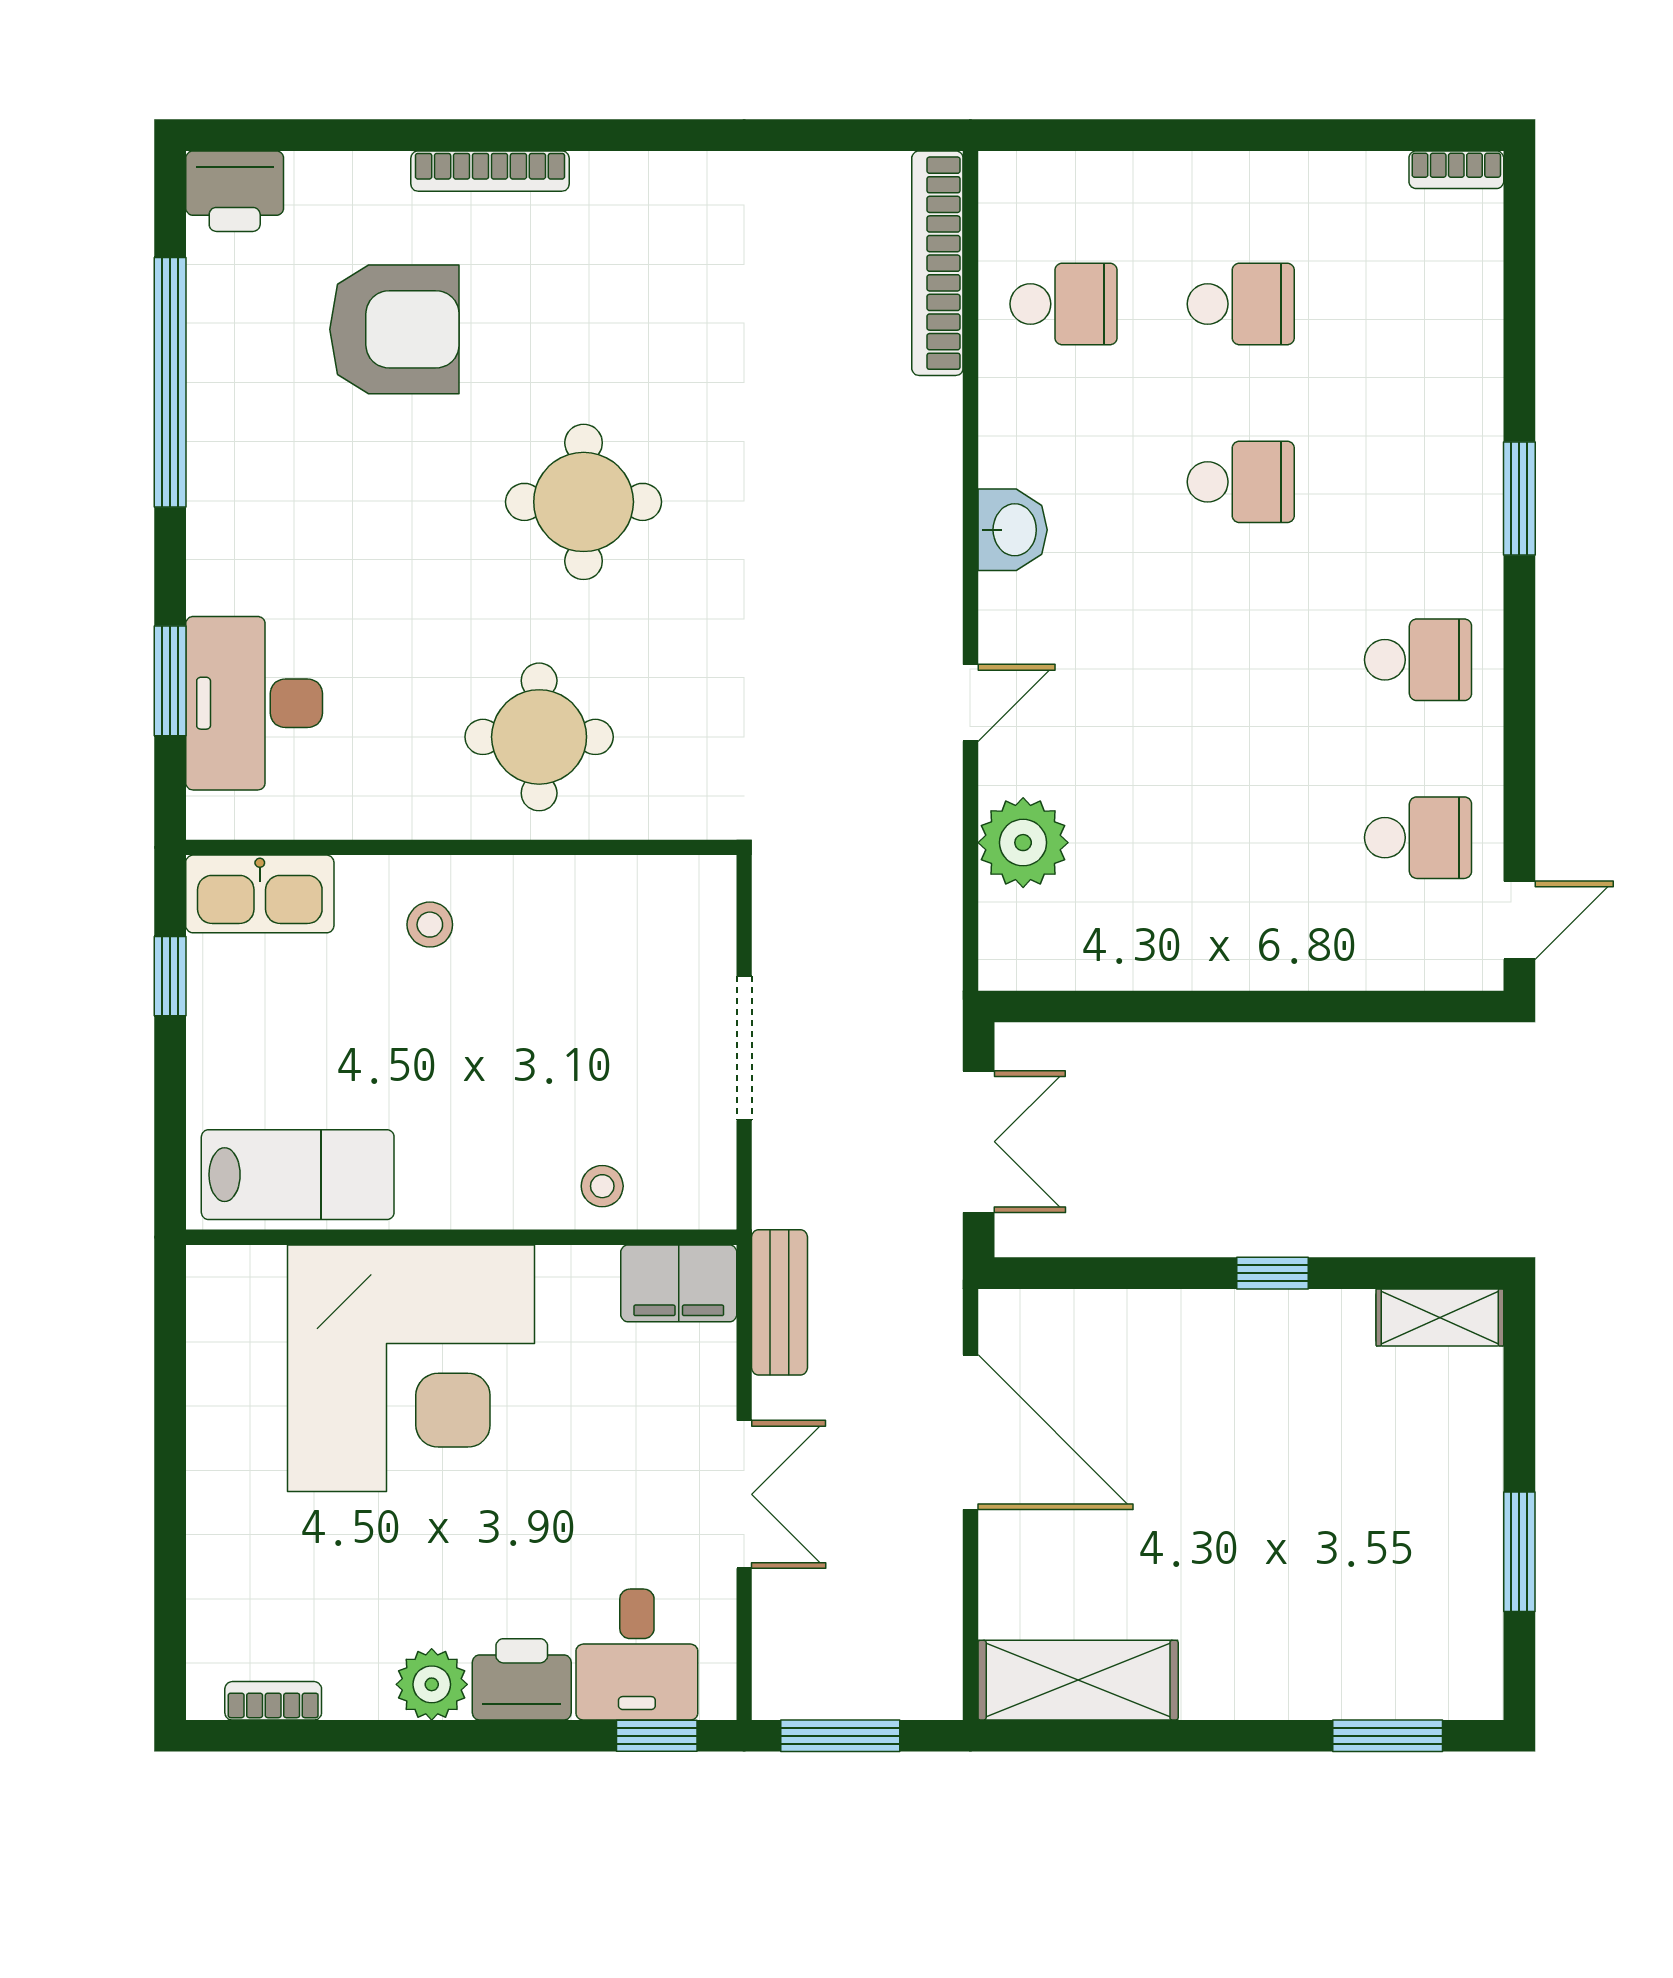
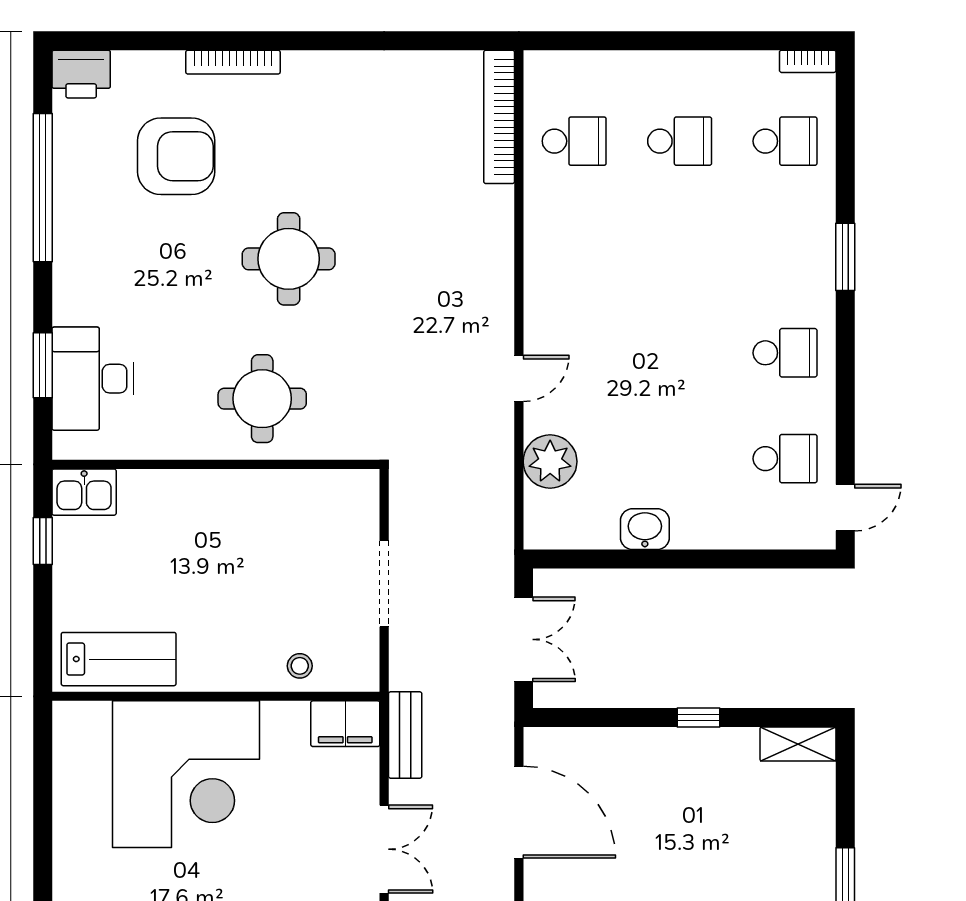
school desk: (1241, 482) -> (785, 141), moved
washbasin: (1013, 530) -> (645, 529), moved, turned -90
kitchen sink: (260, 894) -> (84, 492), width x0.73
stool: (430, 925) -> (197, 510), removed

